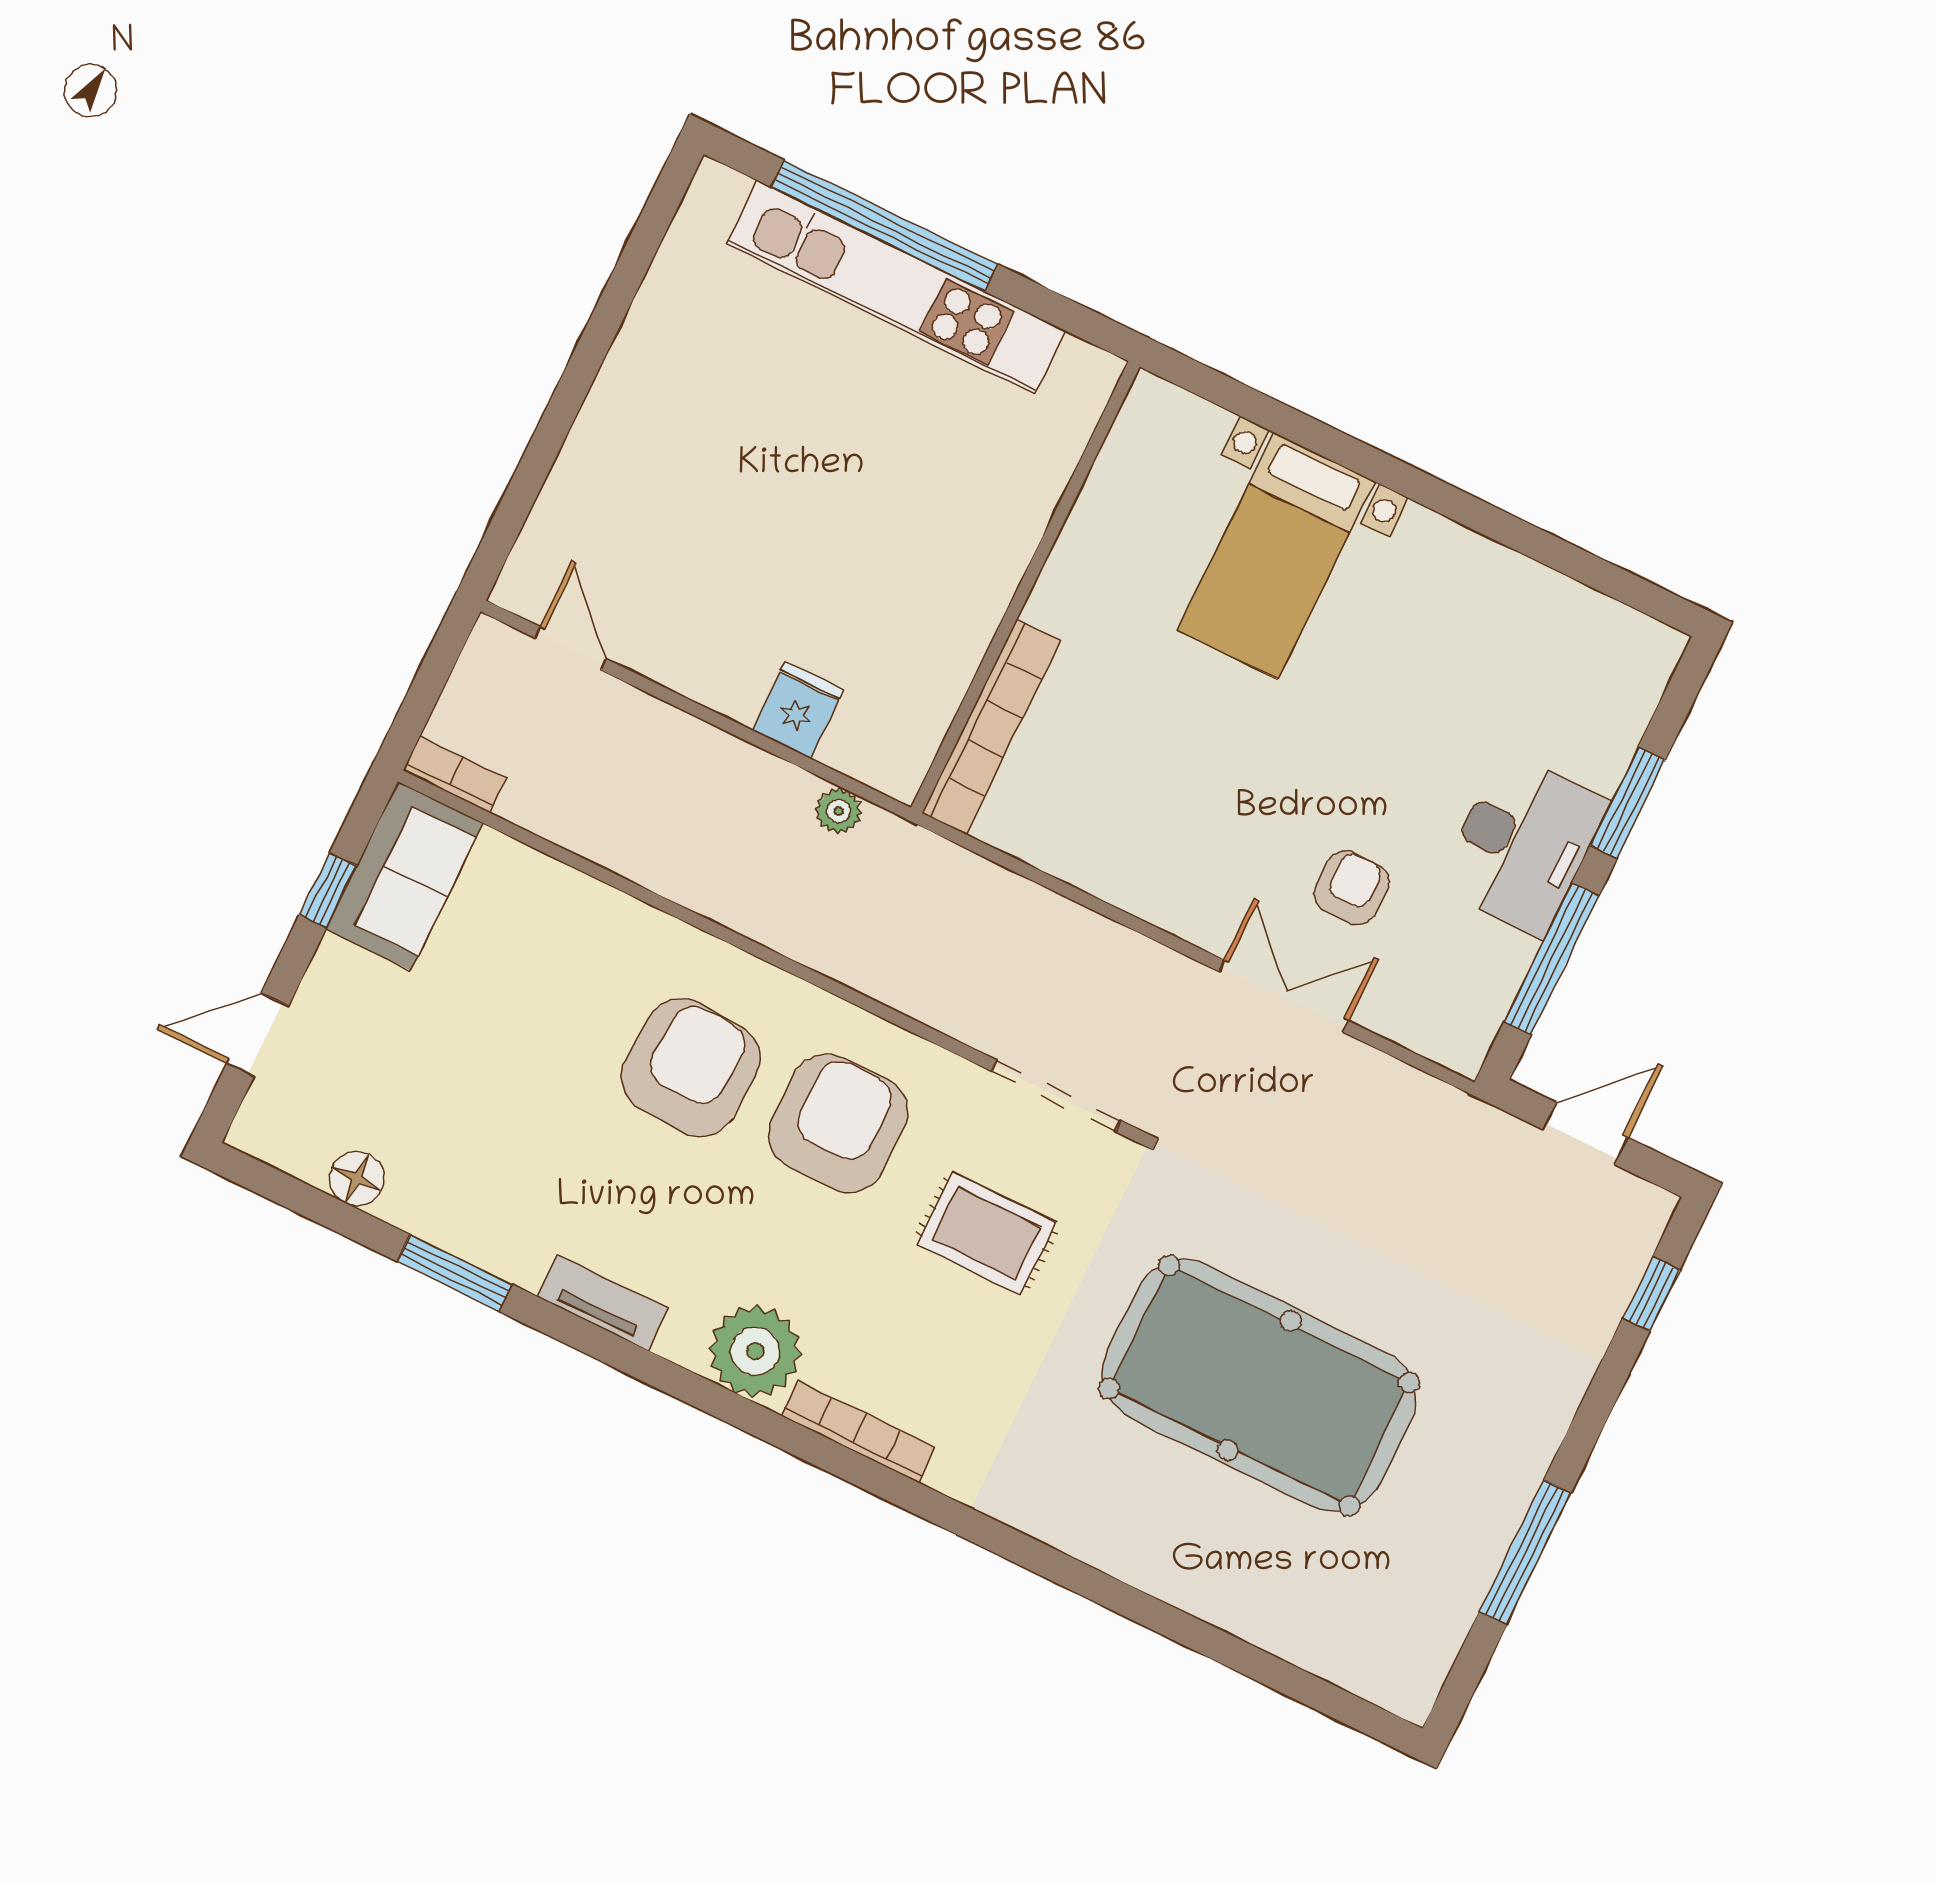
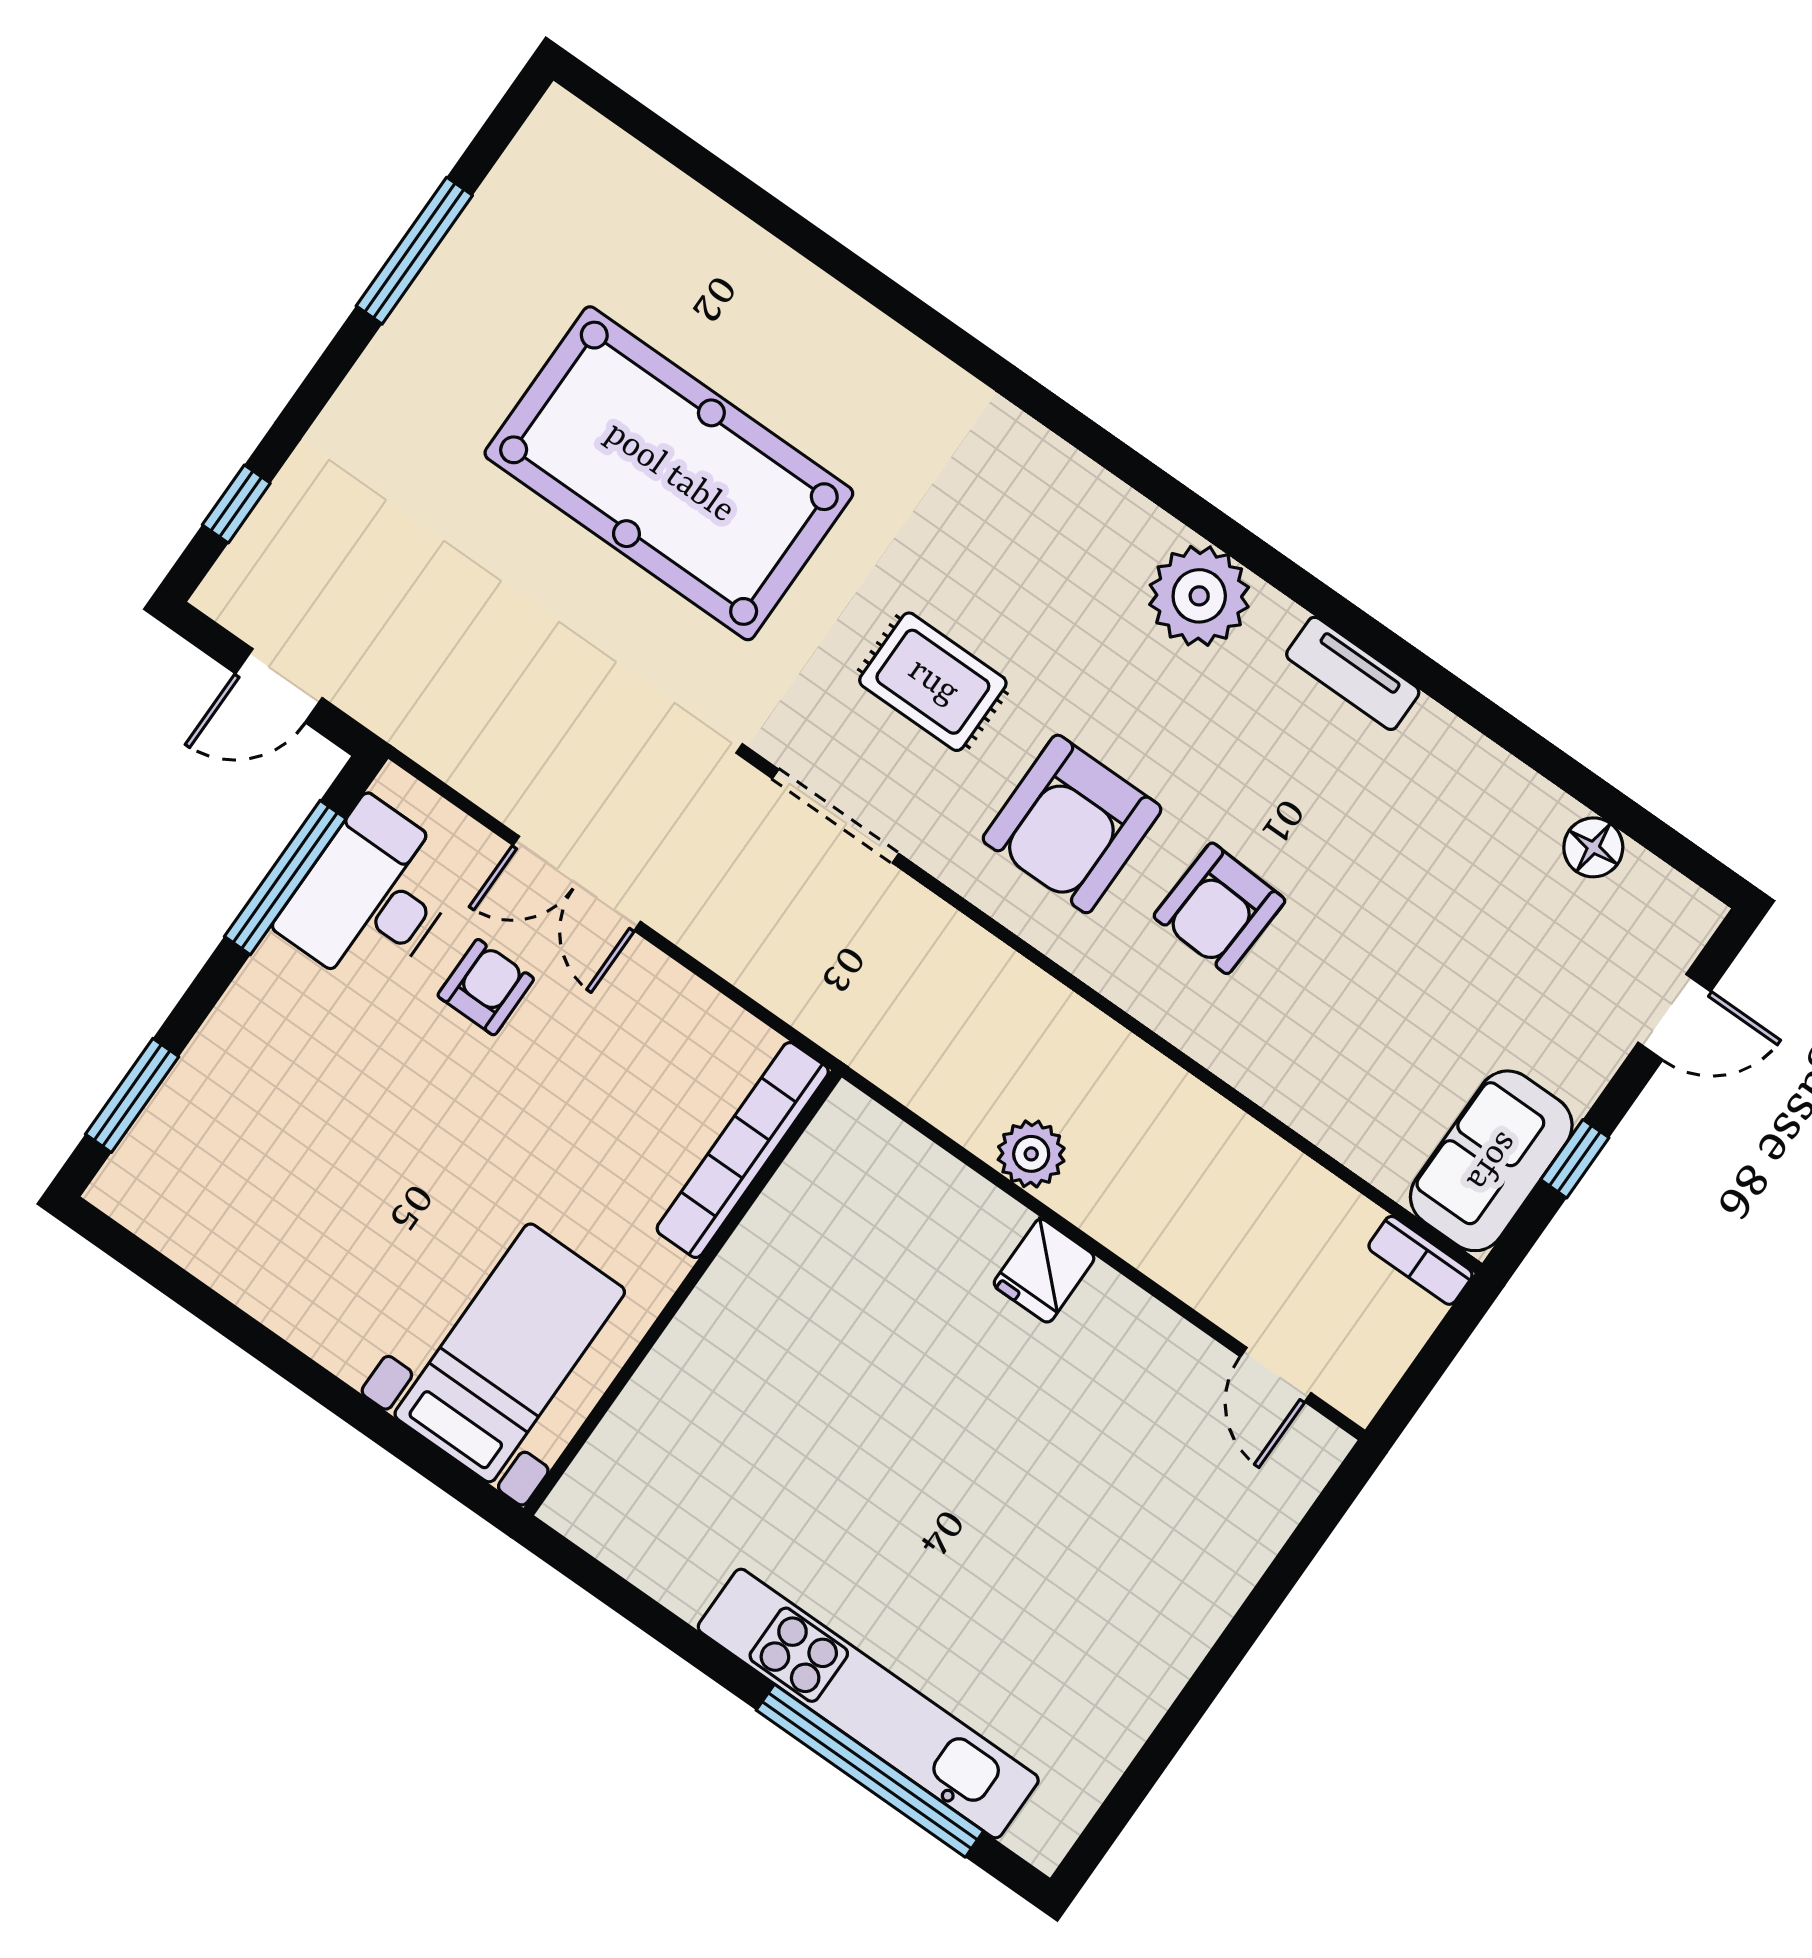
wall: (1025, 587) -> (683, 1293), moved
bookcase: (991, 727) -> (743, 1150), moved
window: (1628, 803) -> (132, 1095), moved
plant: (838, 811) -> (1031, 1154), width x1.38, depth x1.38
desk: (1523, 844) -> (372, 897), moved
armchair: (1352, 888) -> (486, 987), turned 180
armchair: (691, 1068) -> (1219, 908), width x0.73, depth x0.73
window: (455, 1273) -> (1505, 730), removed
bookcase: (858, 1432) -> (1103, 493), removed

